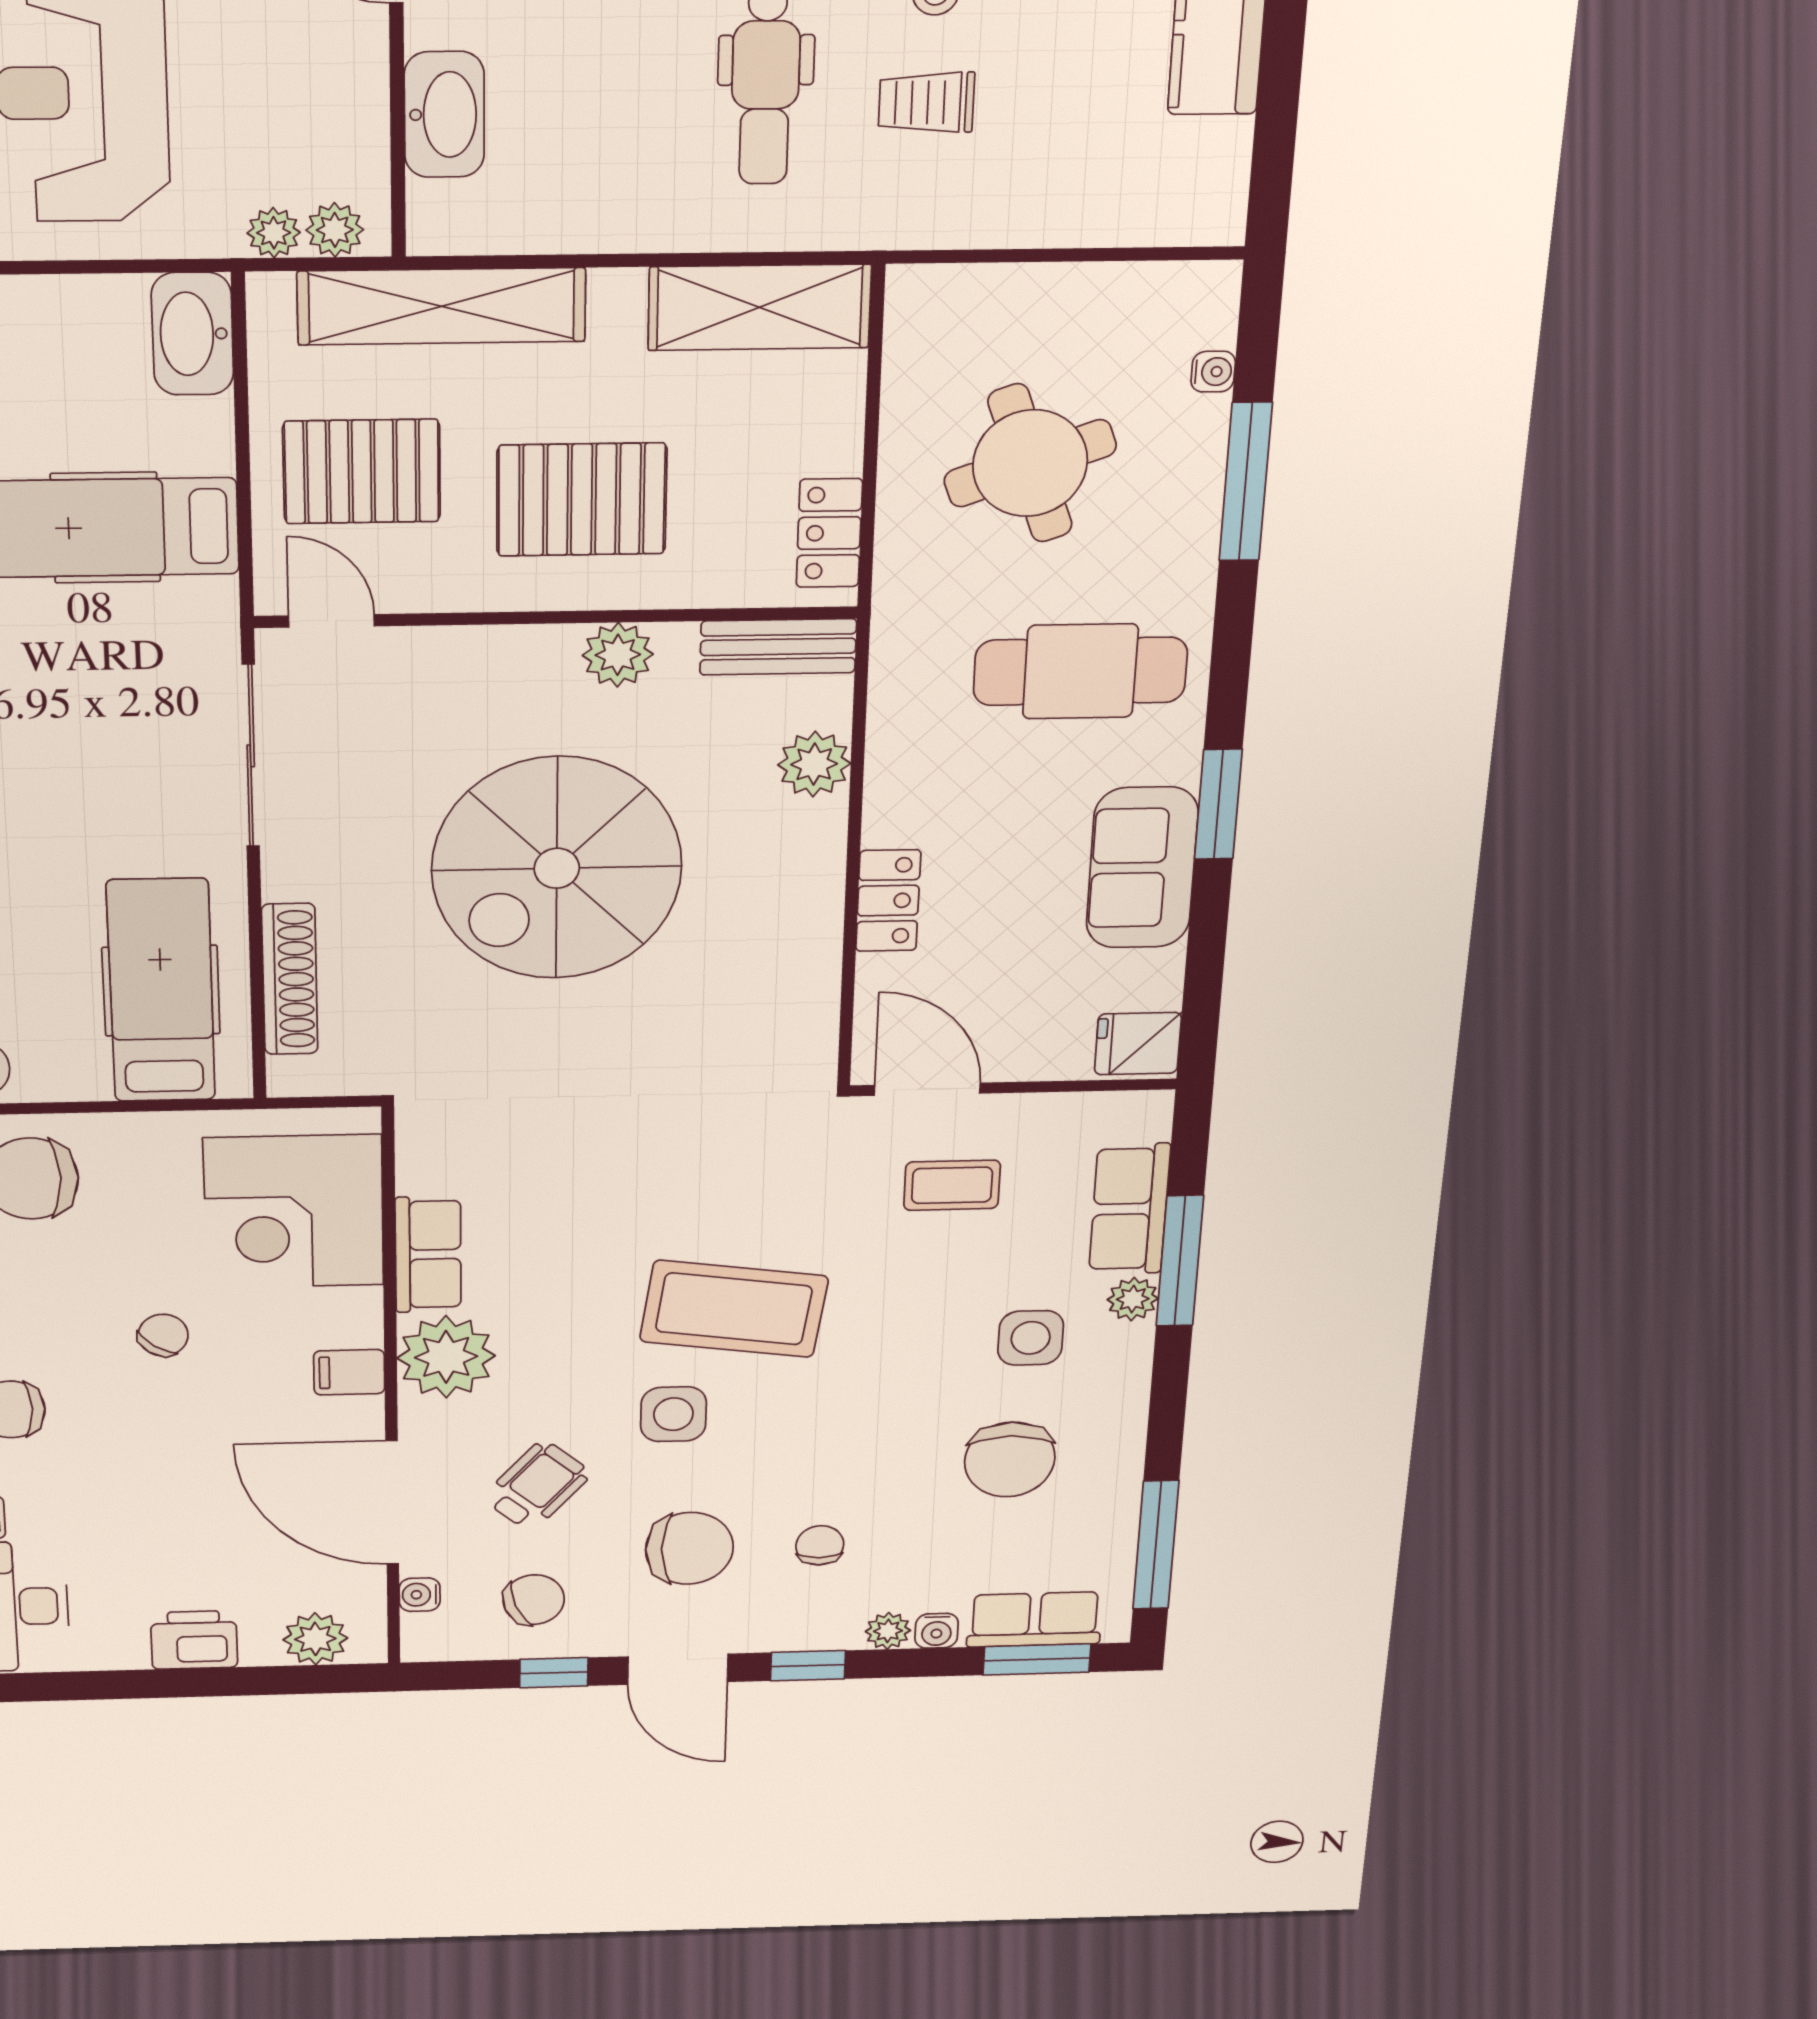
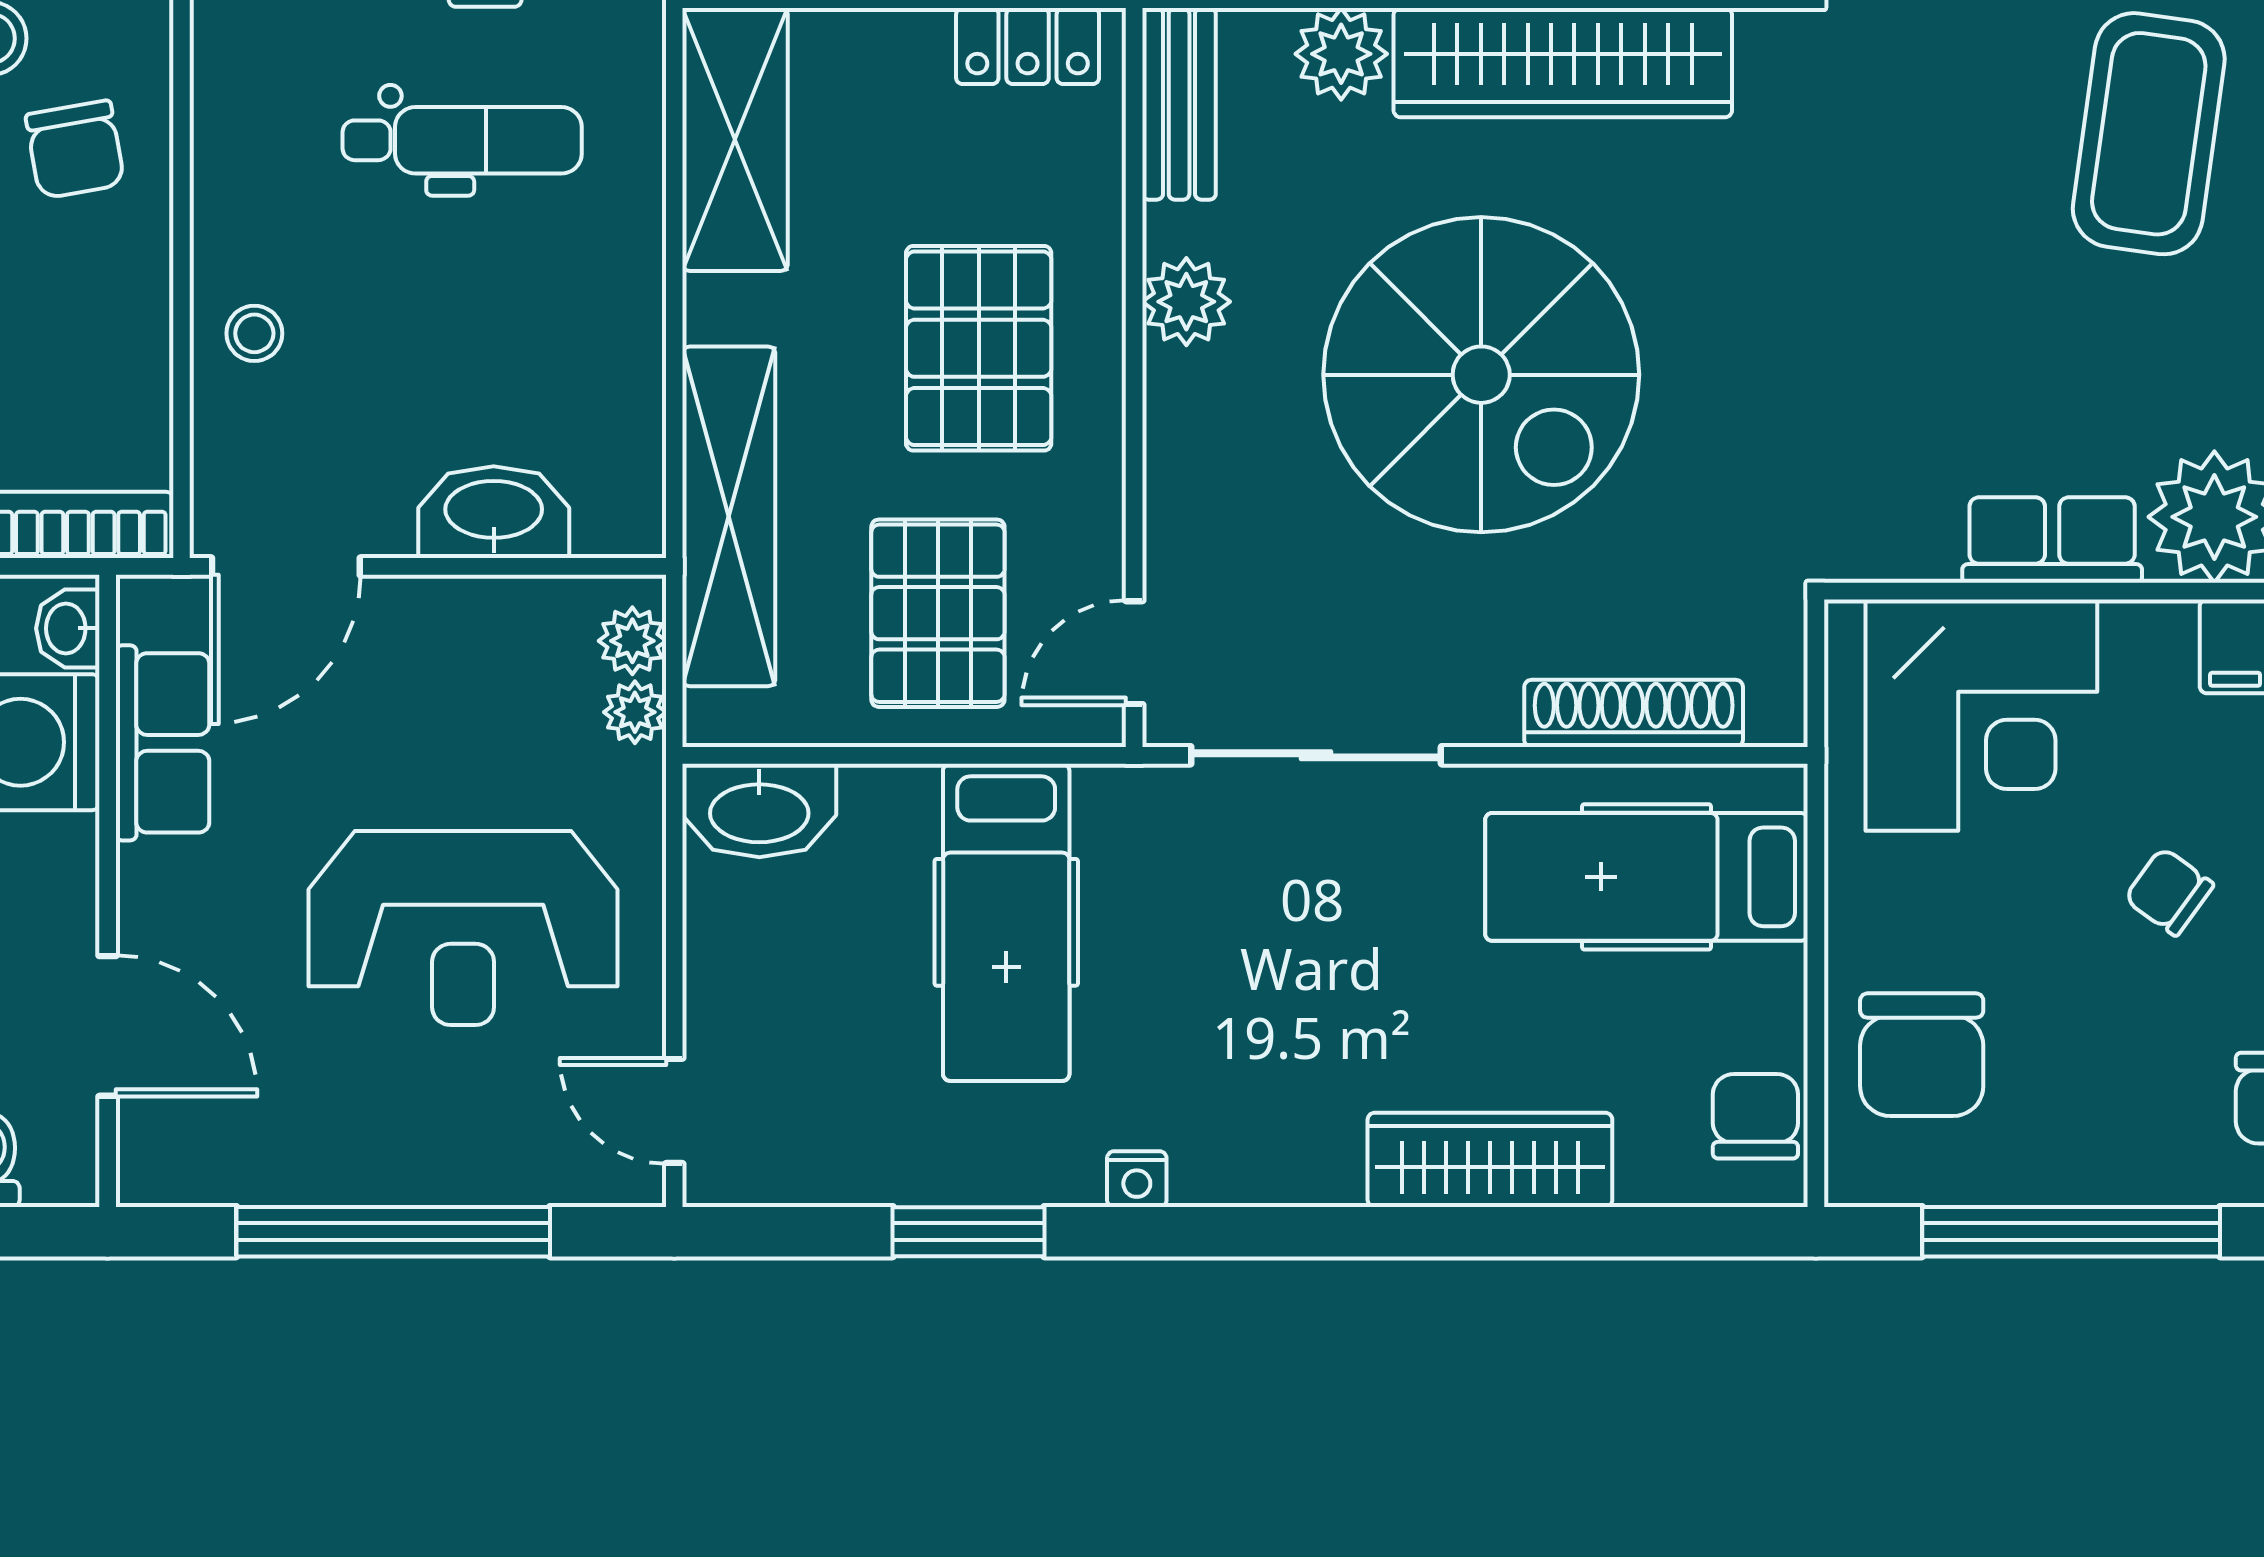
wardrobe: (801, 920) -> (1563, 63), added

